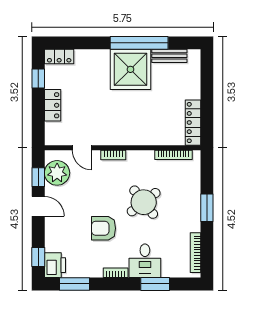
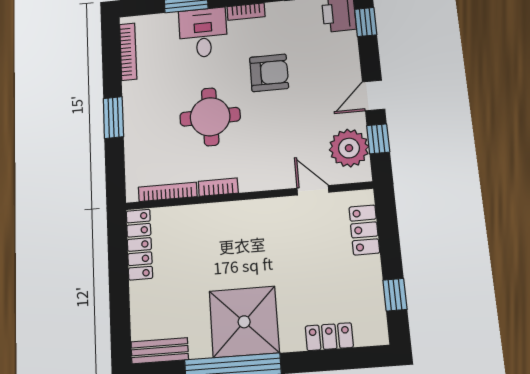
bench: (169, 56) -> (160, 351), moved
locker: (59, 57) -> (329, 337), moved
locker: (53, 105) -> (364, 230), moved
bookcase: (113, 155) -> (218, 187), moved
round table: (144, 202) -> (210, 117), turned 38
door: (38, 206) -> (374, 95), hinge flipped

